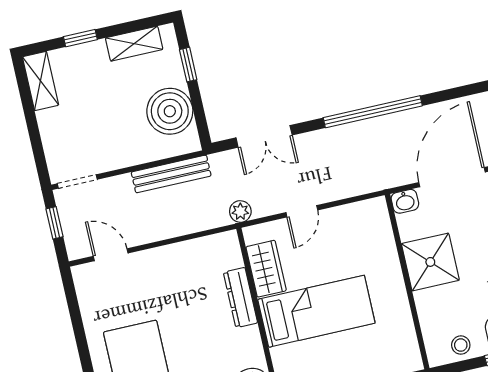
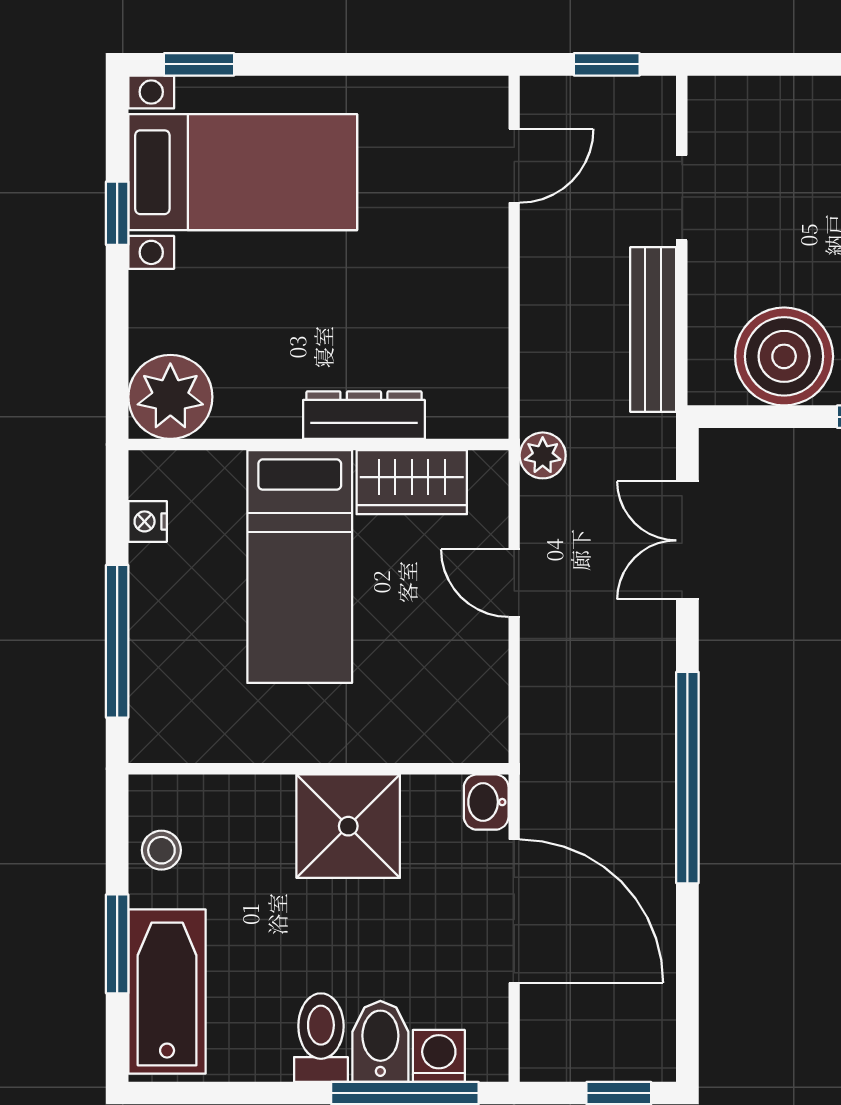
doorway: (77, 181) -> (682, 198), moved

